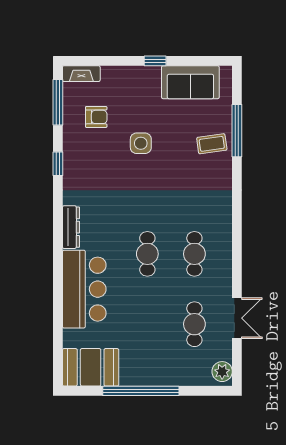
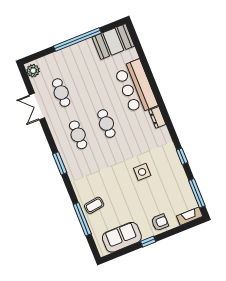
armchair: (96, 117) -> (160, 222), moved, turned 180
side table: (141, 143) -> (142, 172), moved
window: (237, 224) -> (60, 163), added
dresser: (71, 227) -> (157, 117), width x0.70

